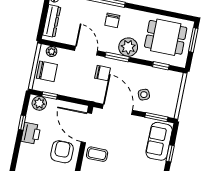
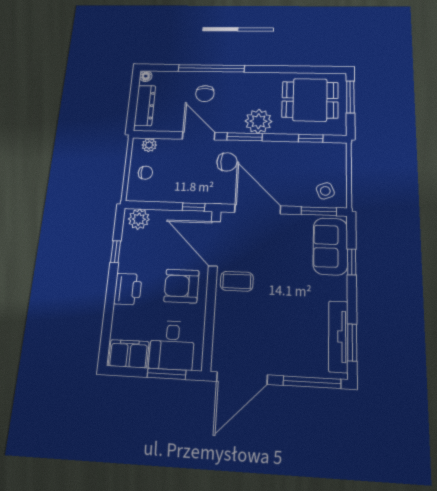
chair: (112, 20) -> (205, 94), moved
chair: (47, 71) -> (145, 173), width x0.54, depth x0.54
side table: (144, 95) -> (325, 191), moved
window: (50, 96) -> (194, 207), moved
printer: (31, 133) -> (128, 289), moved
armchair: (62, 152) -> (181, 286), turned -90

